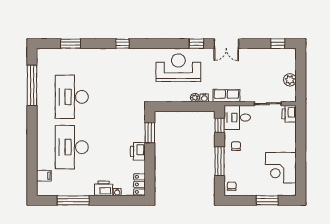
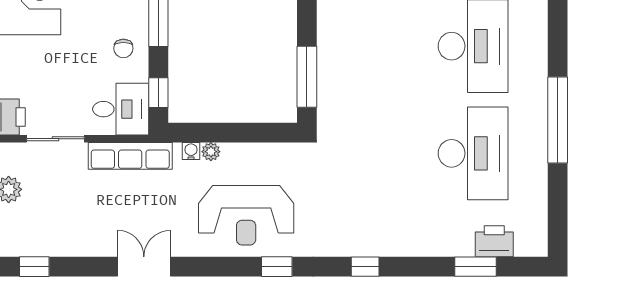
window: (196, 44) -> (277, 267), moved
window: (32, 85) -> (558, 120), moved
row of seats: (226, 96) -> (130, 156), width x1.48
window: (150, 133) -> (307, 77), width x1.44
printer: (138, 151) -> (494, 241), moved, turned -90

